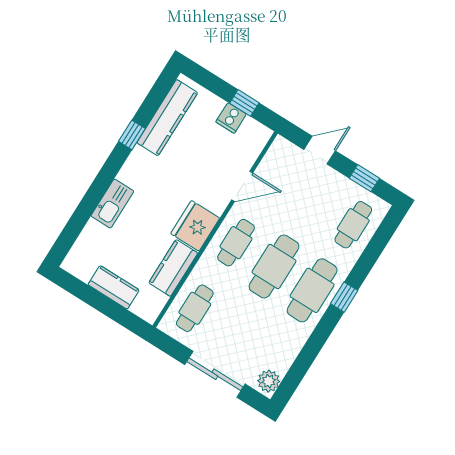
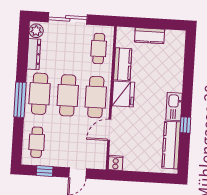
window: (244, 103) -> (133, 176), removed
cooker: (231, 118) -> (116, 163), moved
kitchen sink: (112, 204) -> (174, 107), moved
cafe table: (236, 243) -> (96, 97), width x1.37, depth x1.35
window: (344, 297) -> (20, 100), width x2.17
dresser: (290, 350) -> (34, 54), added

